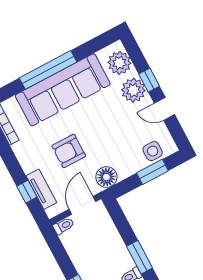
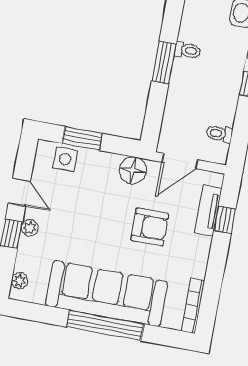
plant: (119, 63) -> (19, 281), width x0.53, depth x0.53
plant: (133, 90) -> (30, 228), width x0.53, depth x0.53
toilet: (64, 226) -> (219, 134), moved

